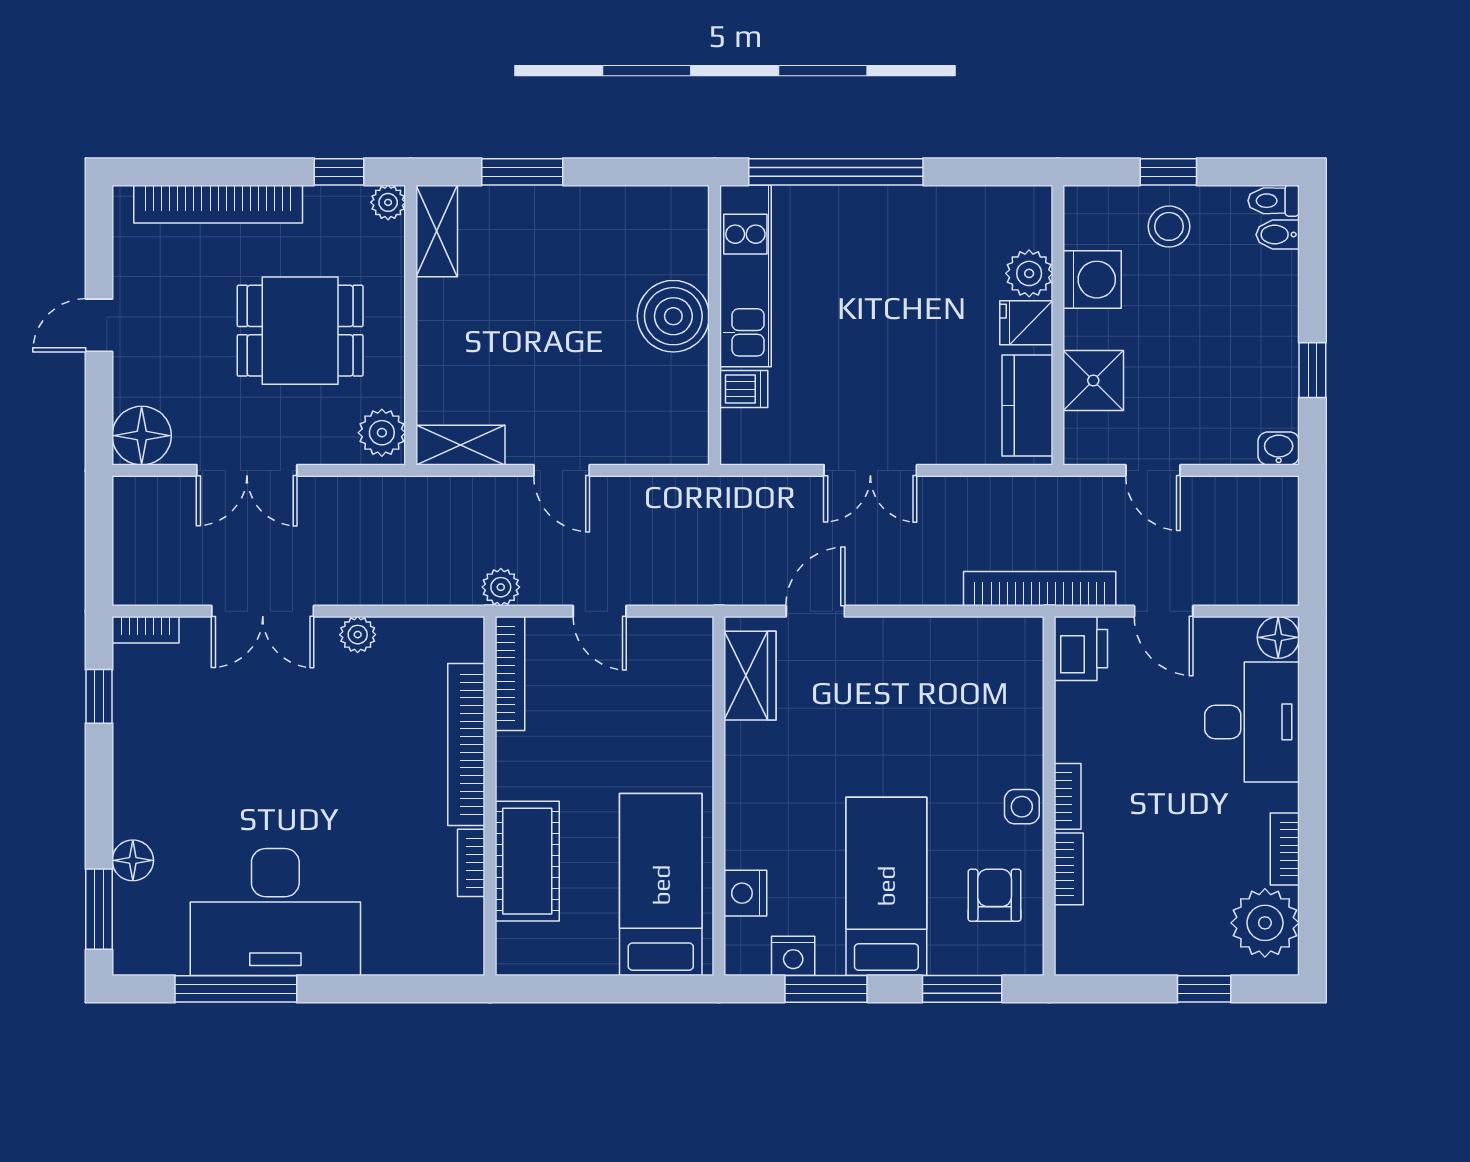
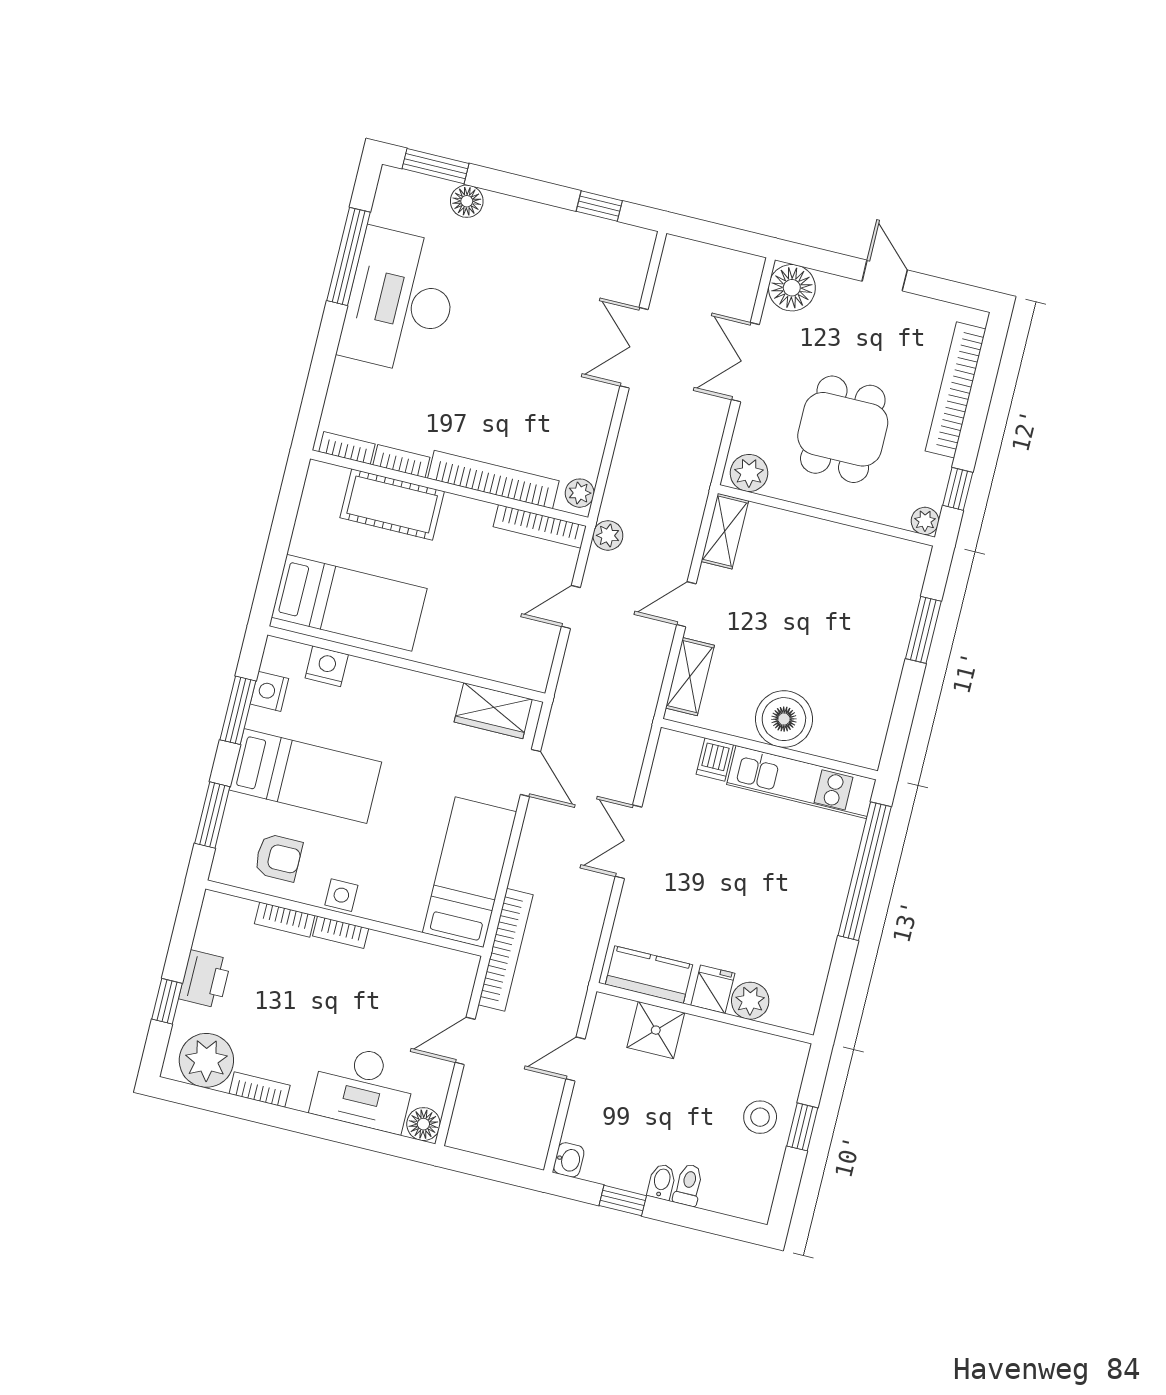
toilet: (1274, 201) -> (688, 1185), moved
shelving: (437, 231) -> (690, 677), moved, turned 90
bidet: (1278, 235) -> (662, 1182), moved
washing machine: (1092, 280) -> (734, 1048), removed
bookcase: (146, 630) -> (347, 448), moved, turned 90
plant: (358, 635) -> (580, 493), moved
printer: (1081, 649) -> (205, 979), moved, turned -90
bed: (955, 656) -> (469, 872), added

